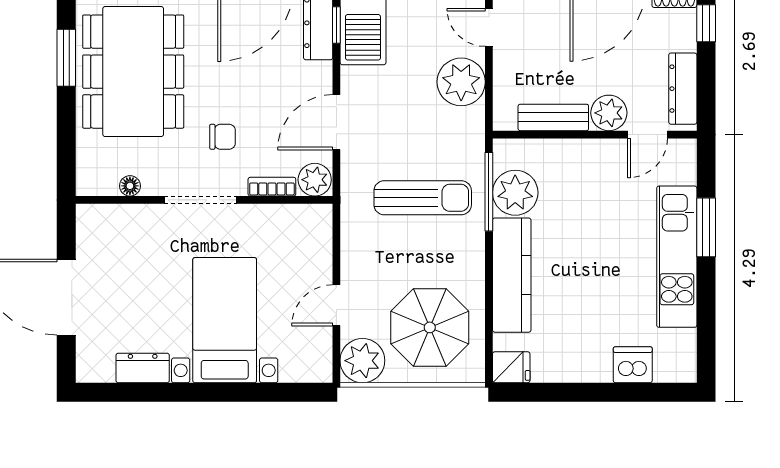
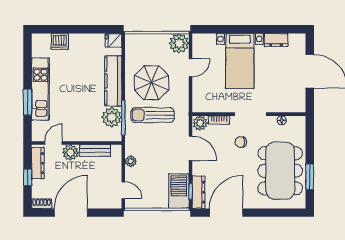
window: (706, 23) -> (28, 177), moved
plant: (461, 82) -> (131, 161), width x0.53, depth x0.53
door: (336, 122) -> (191, 148), hinge flipped
parasol: (430, 327) -> (152, 83), moved

